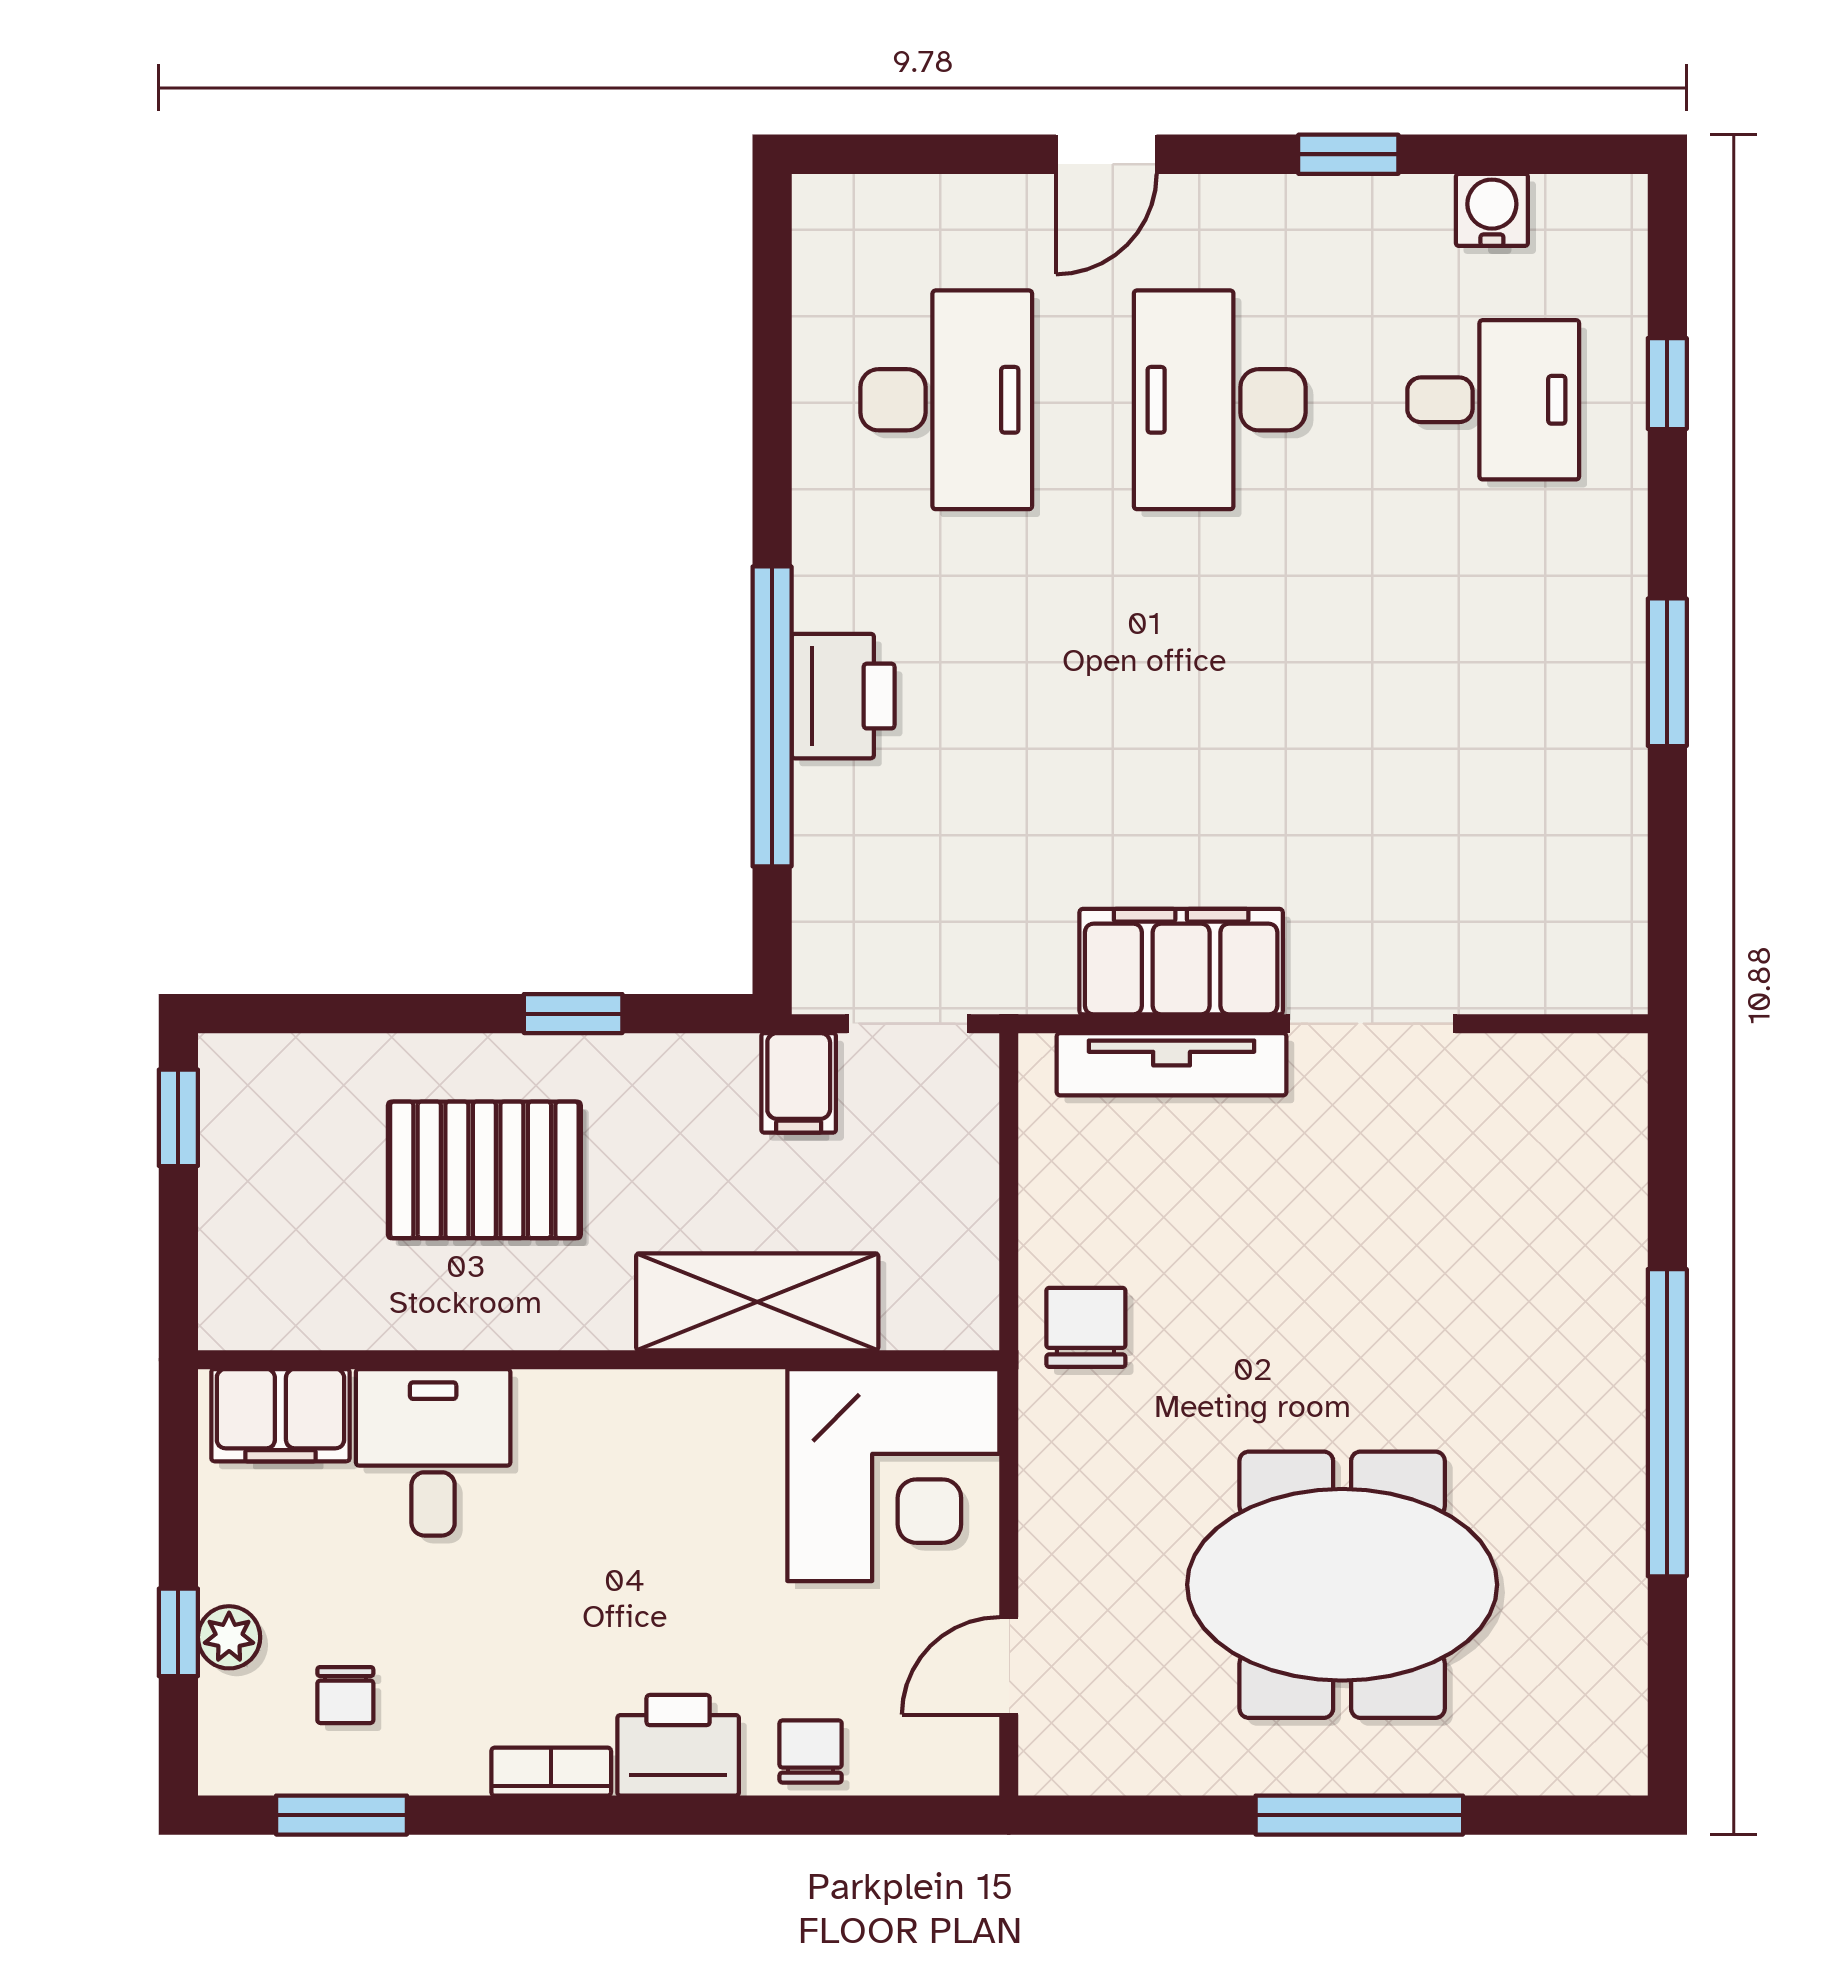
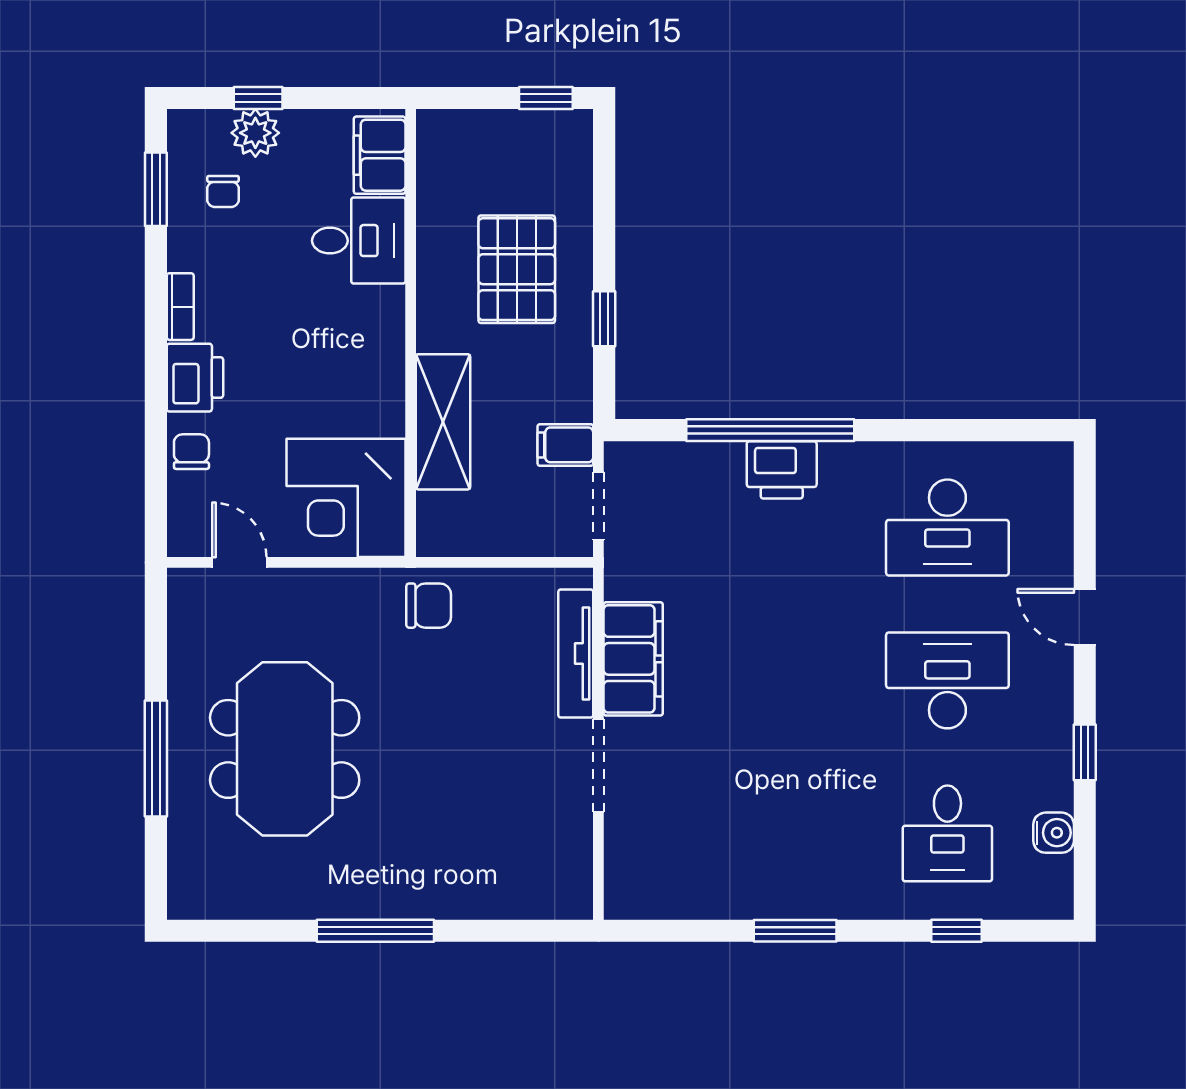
window: (1667, 1423) -> (375, 931), width x0.68
plant: (229, 1637) -> (255, 133), width x1.38, depth x1.38
chair: (345, 1695) -> (223, 191), turned -90
chair: (811, 1751) -> (191, 452), turned -90

